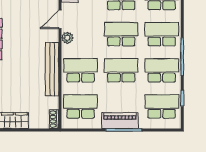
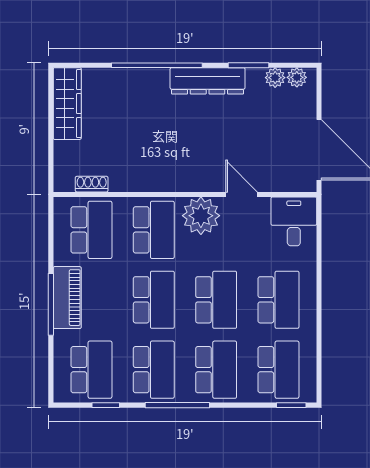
plant: (67, 38) -> (201, 216), width x1.88, depth x1.88
bench: (52, 69) -> (156, 181), removed
shoe rack: (54, 119) -> (92, 184), moved

